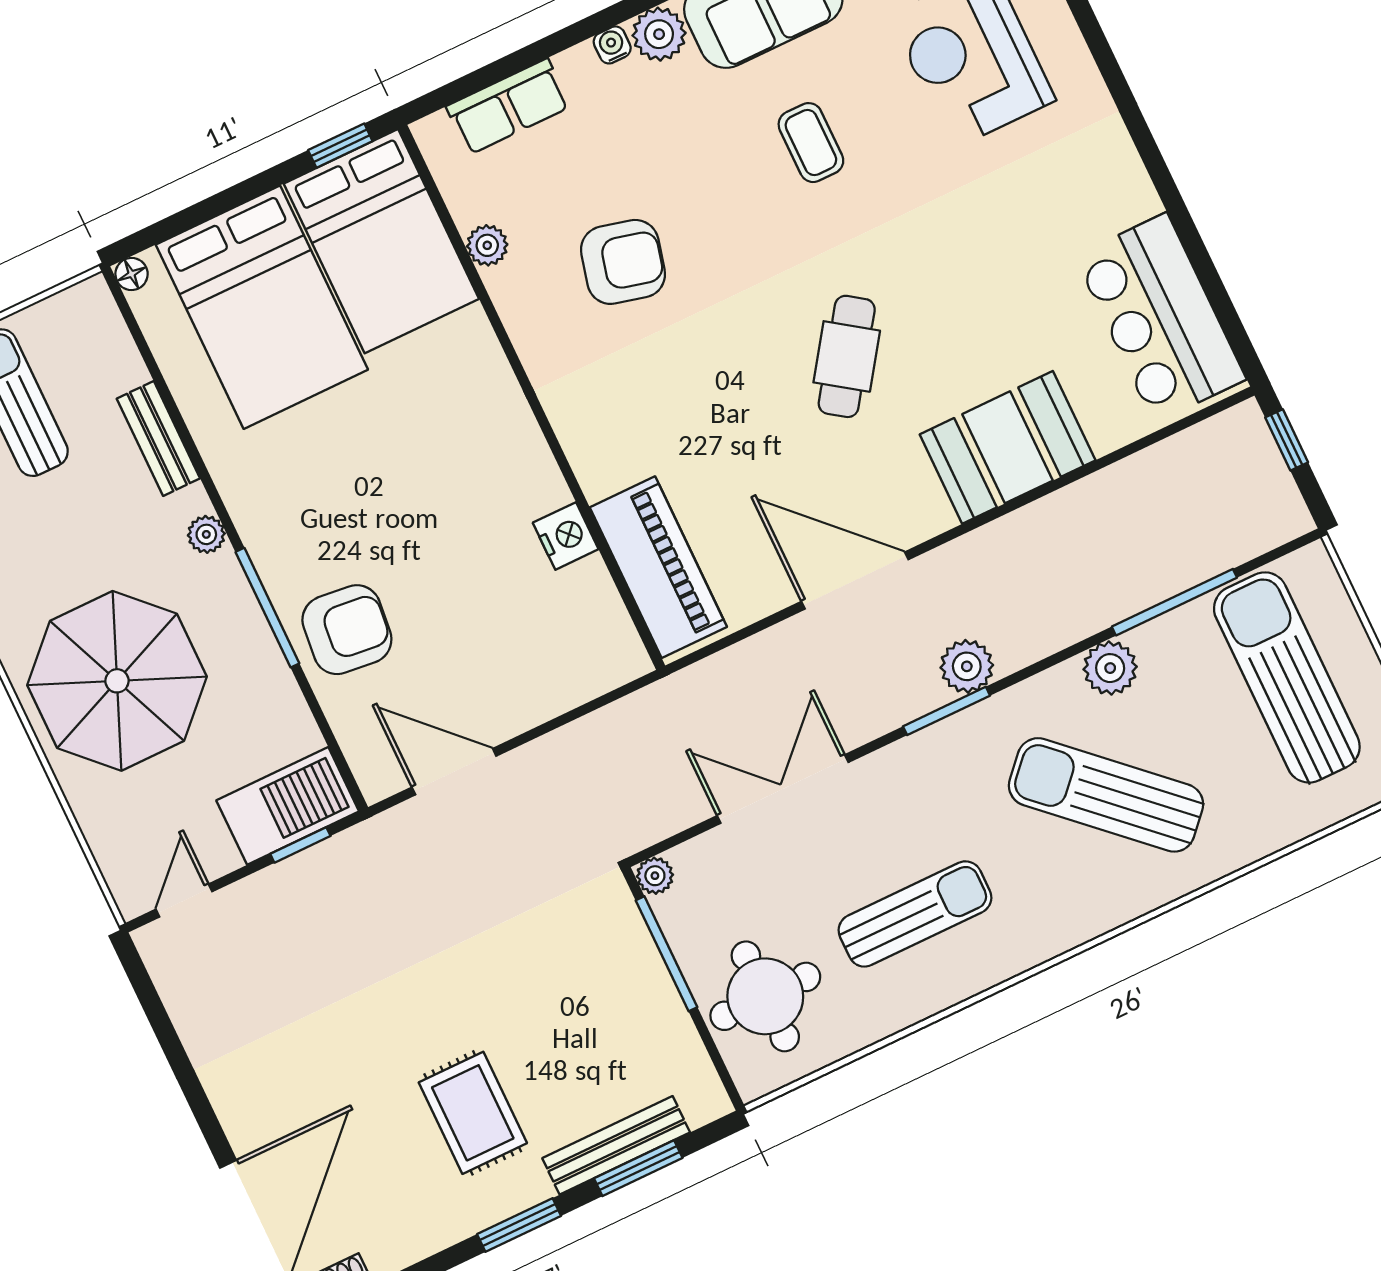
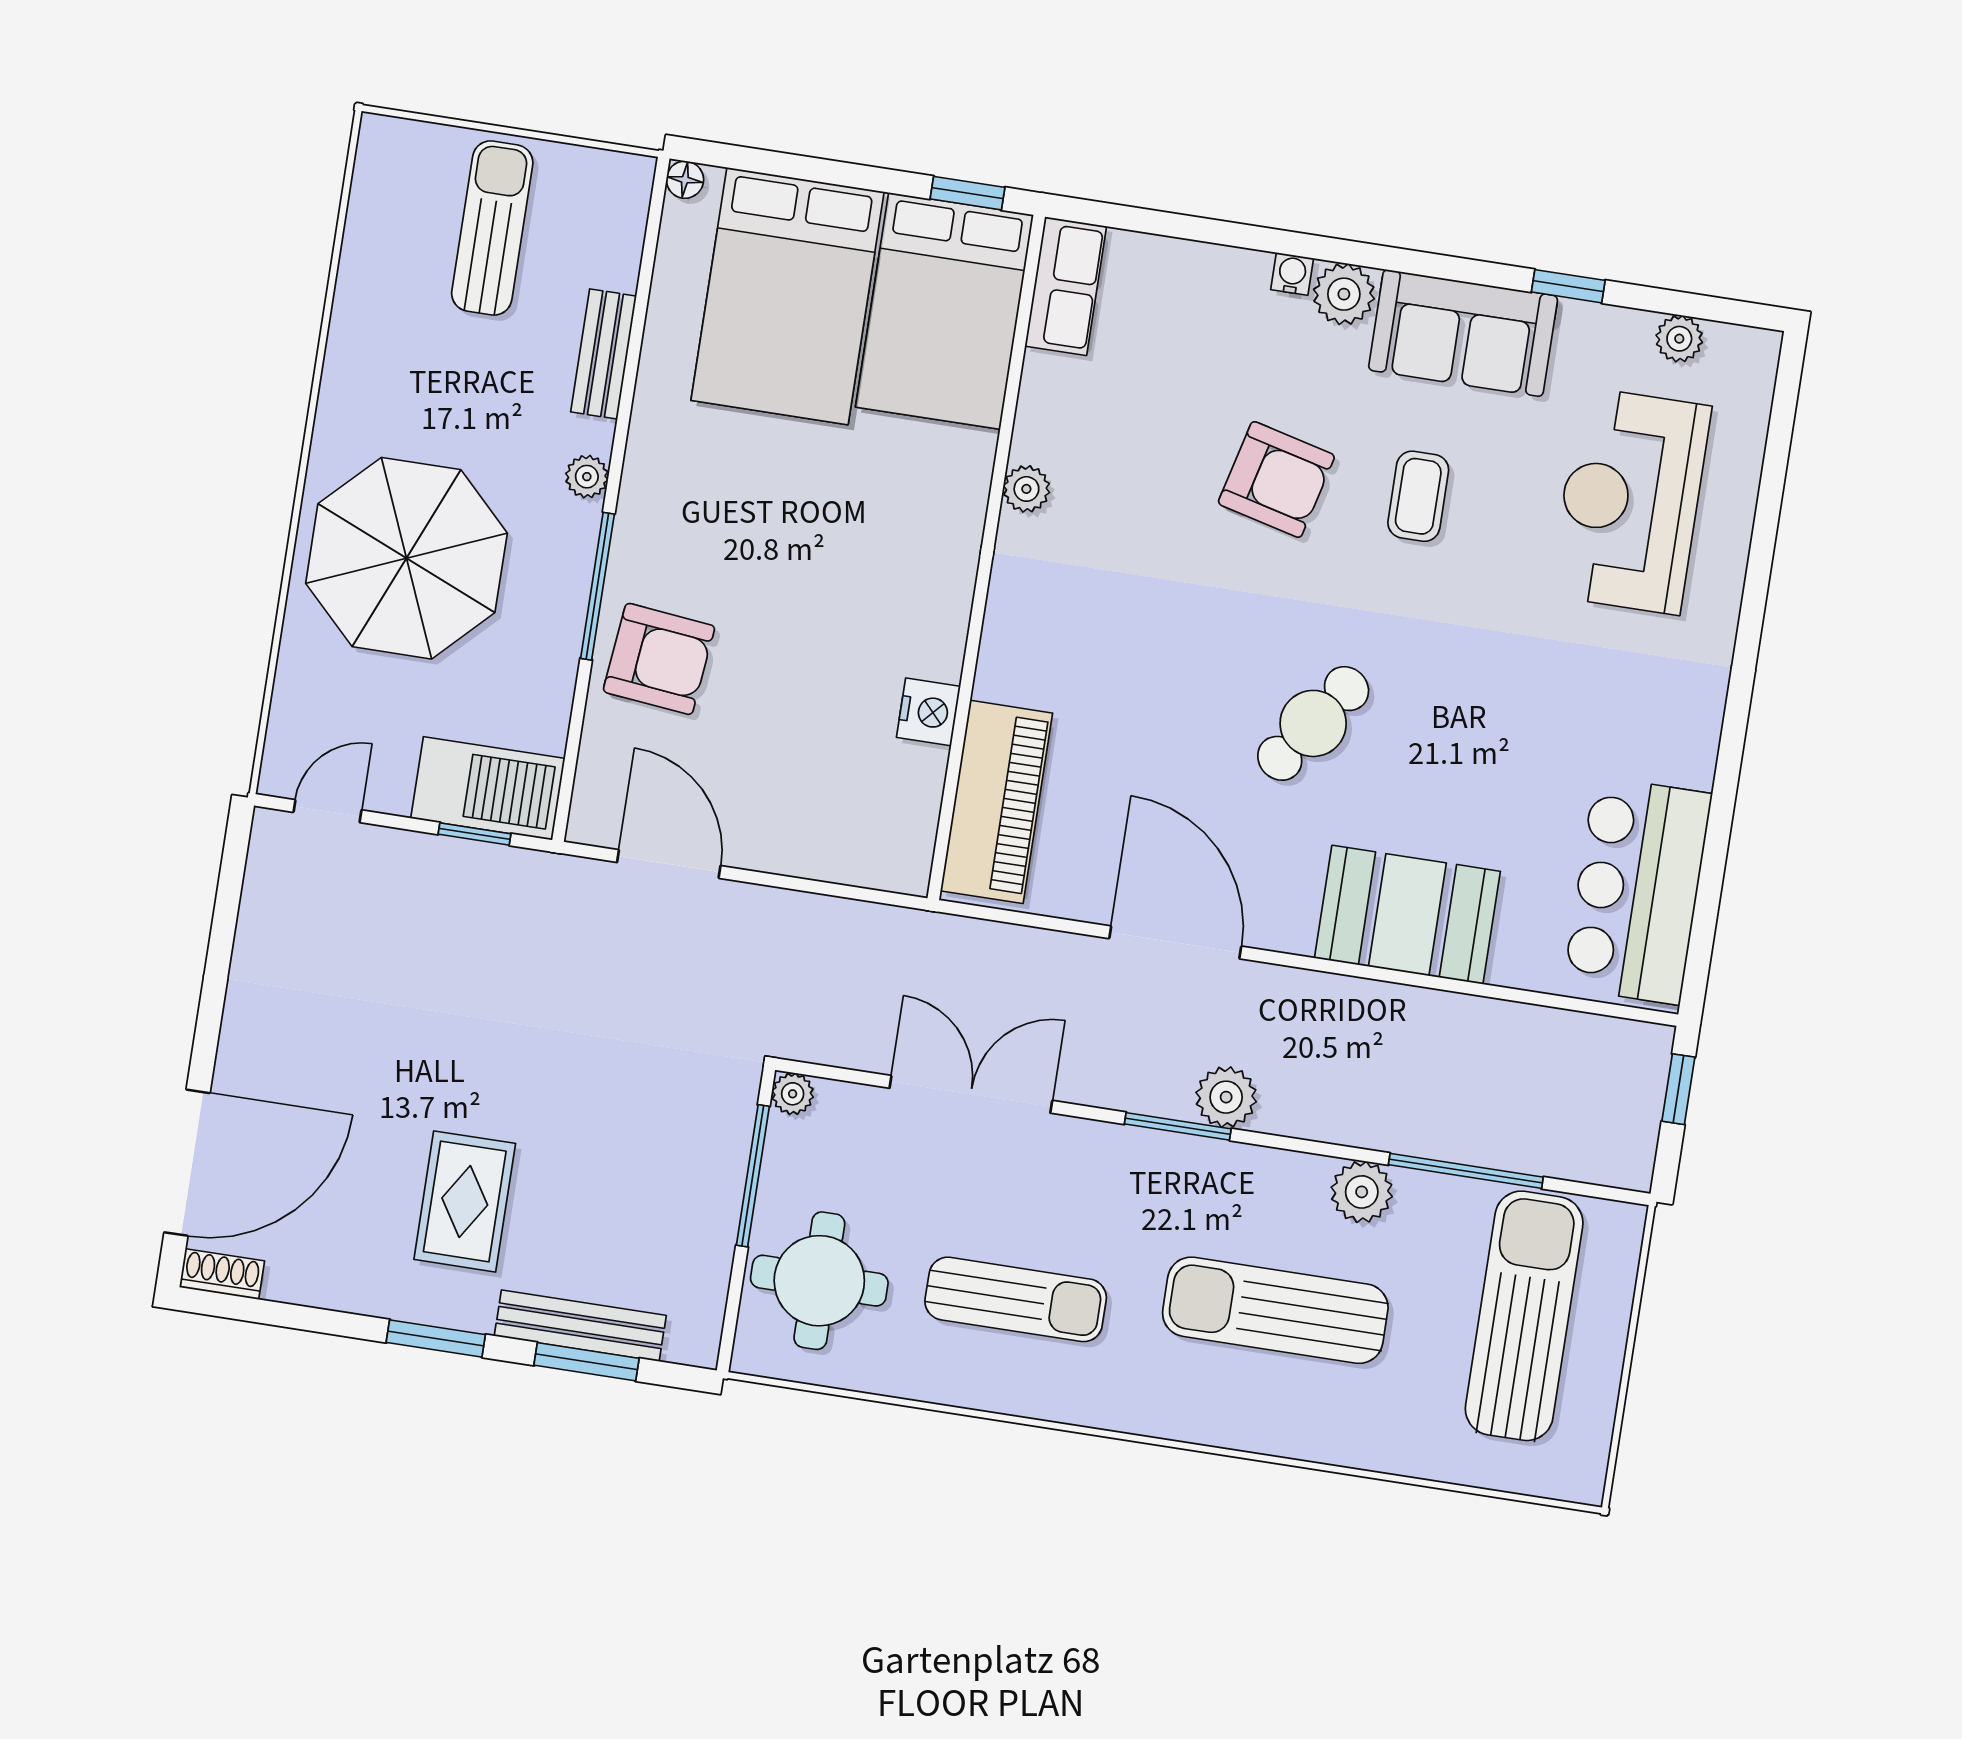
row of seats: (508, 107) -> (1066, 286), moved, turned -90
plant: (487, 245) -> (1026, 489), moved
armchair: (623, 262) -> (1276, 479), moved
sun lounger: (1106, 795) -> (1275, 1310), turned -43

